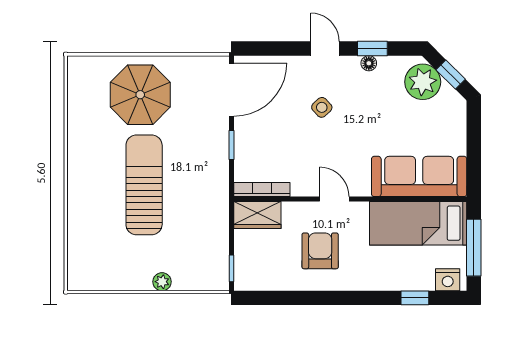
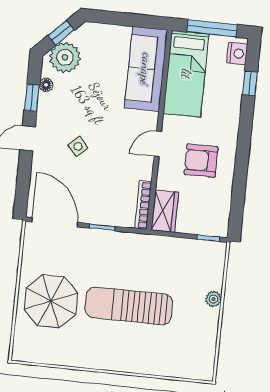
floor lamp: (369, 63) -> (46, 85), moved

